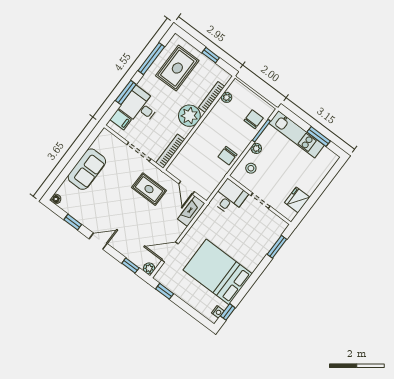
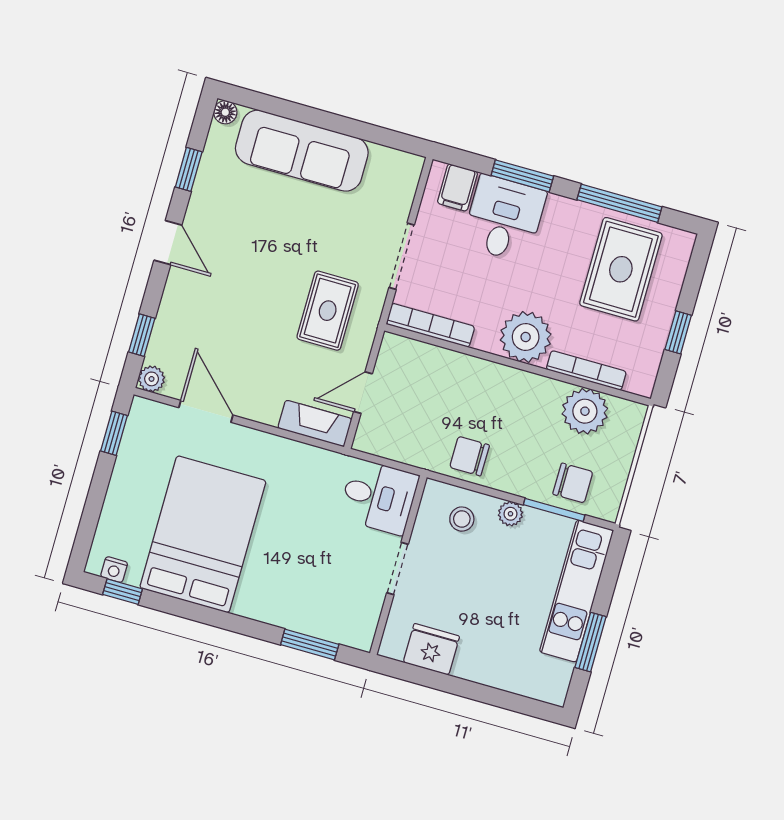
rug: (177, 68) -> (621, 269), turned 90
plant: (227, 97) -> (585, 411), width x1.88, depth x1.88
sofa: (87, 169) -> (302, 151), width x1.36

